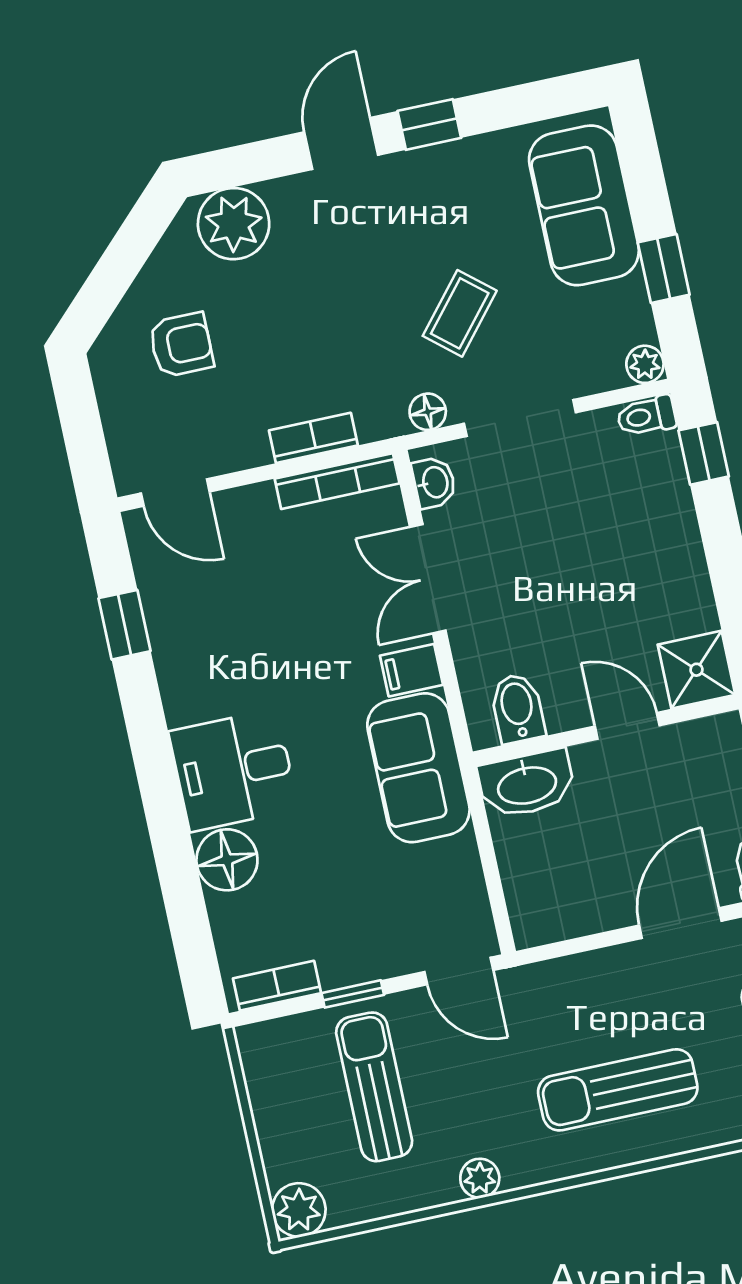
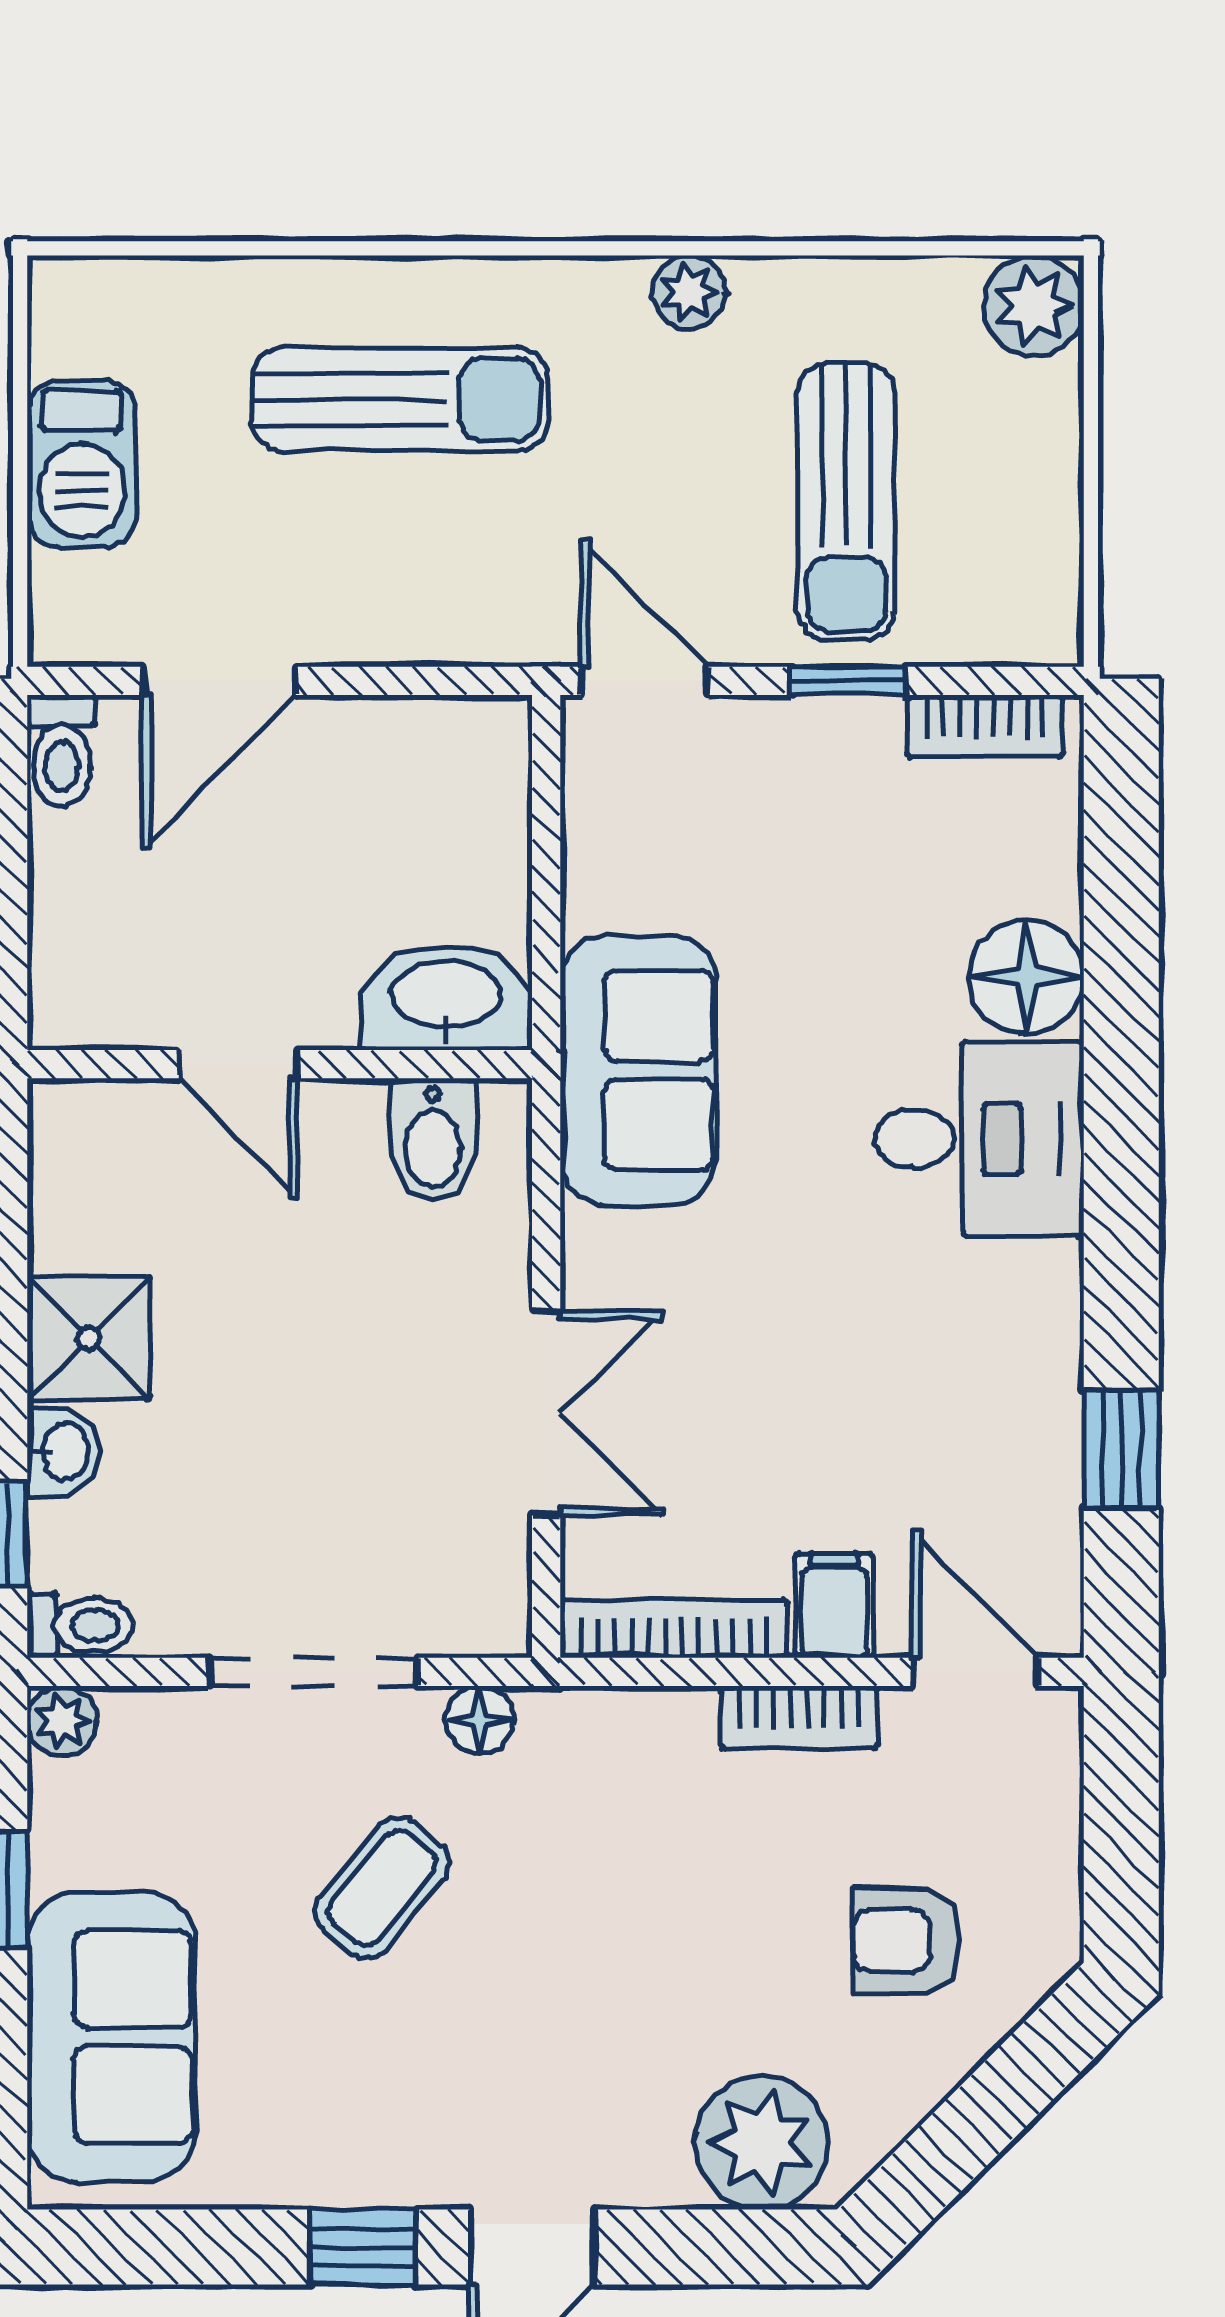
bookcase: (313, 438) -> (799, 1717), moved
washbasin: (434, 482) -> (63, 1452), moved, turned 180
filing cabinet: (411, 670) -> (834, 1606), moved, turned -90
shower: (696, 670) -> (89, 1338), moved

